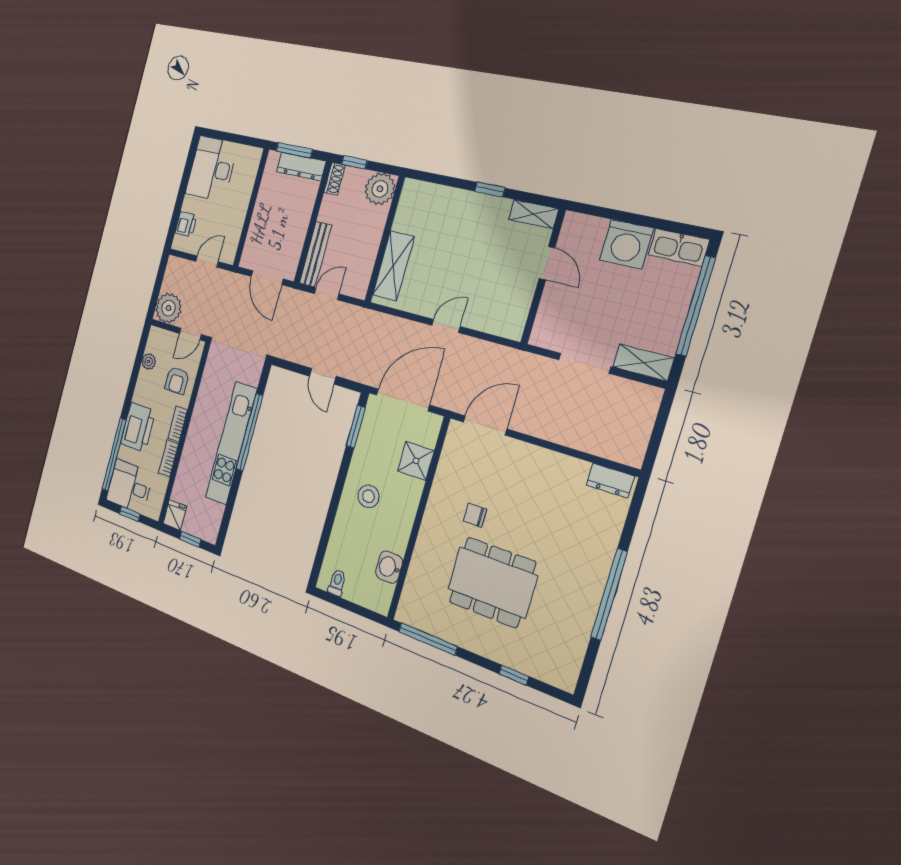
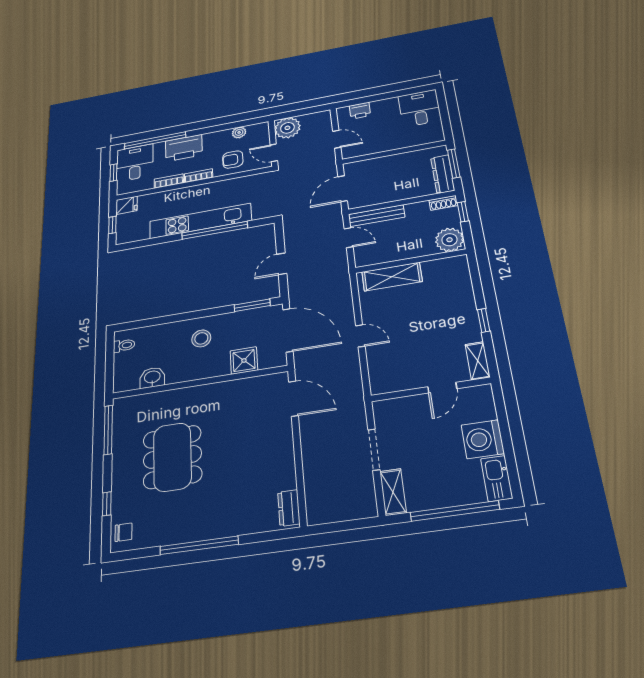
desk: (212, 169) -> (420, 108), width x0.73
chair: (475, 515) -> (124, 532), moved, turned 90

